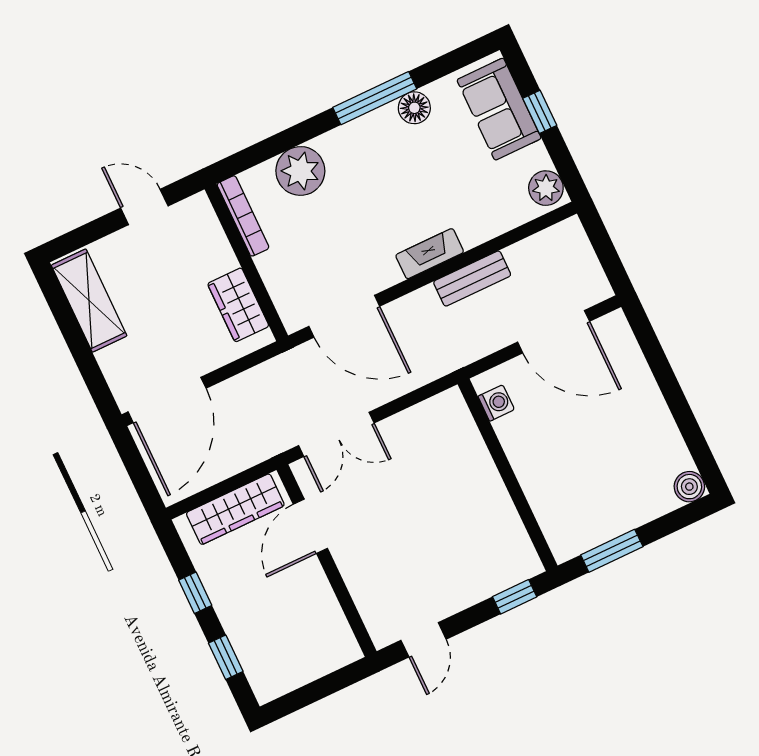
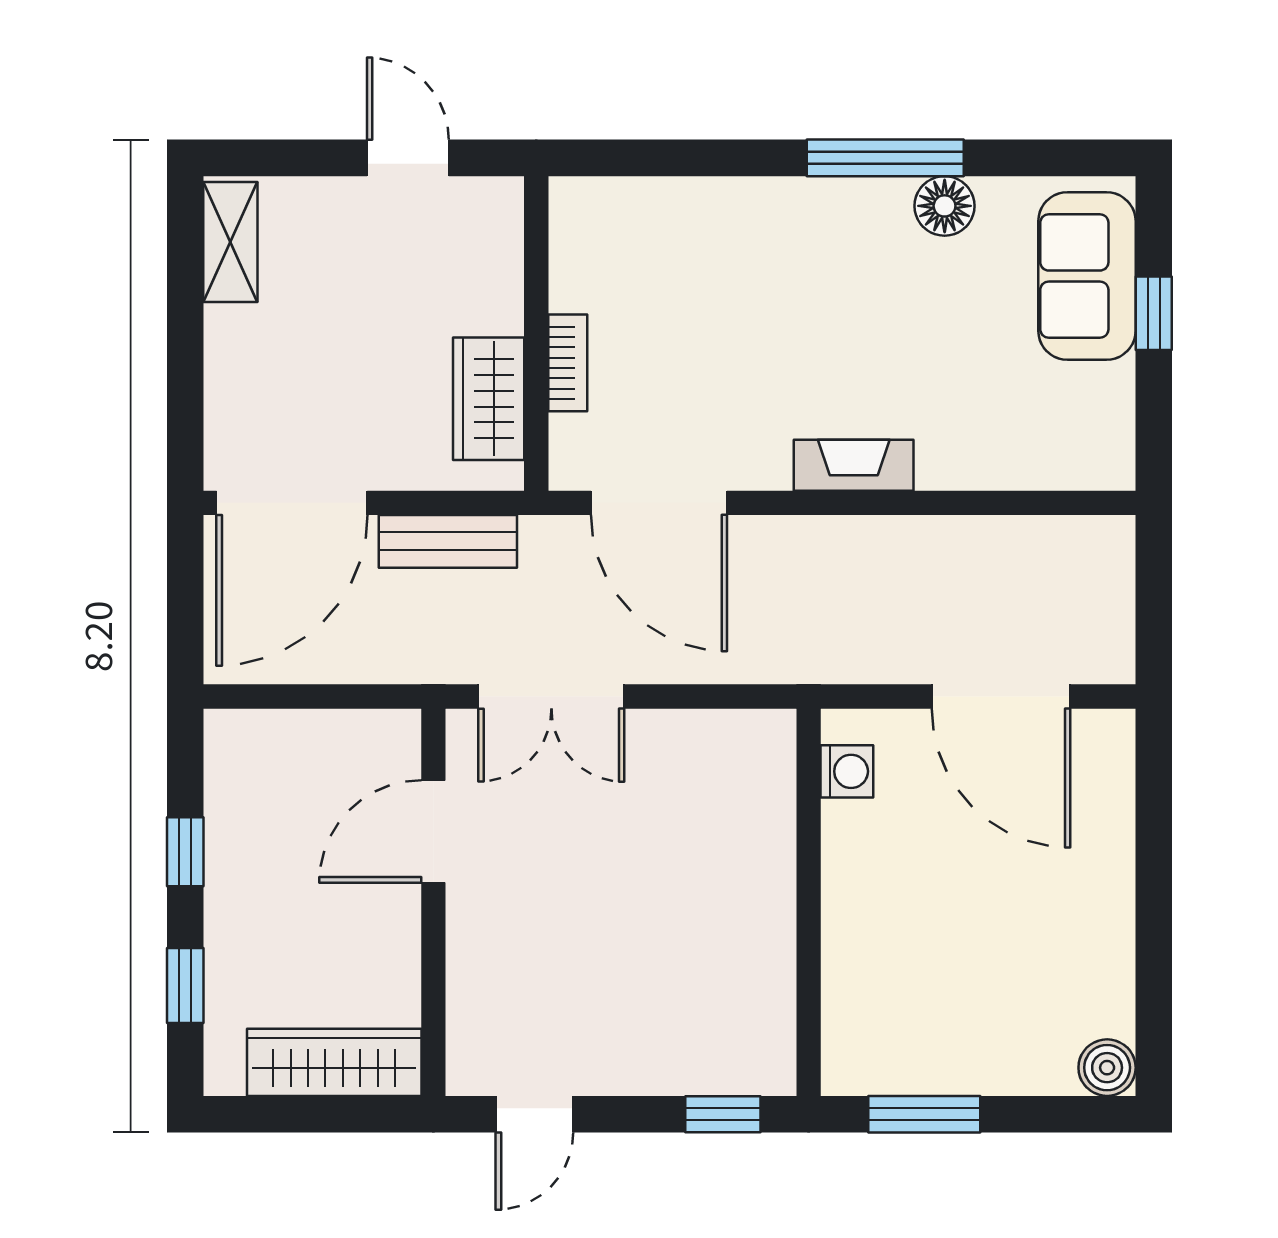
plant: (300, 171) -> (701, 222), removed
plant: (546, 188) -> (1103, 447), removed
bookcase: (243, 216) -> (568, 363), moved, width x0.64
bench: (472, 279) -> (448, 541), moved
shelving: (89, 301) -> (230, 242), width x0.67, depth x0.75
wardrobe: (235, 509) -> (334, 1062), moved, turned 180

